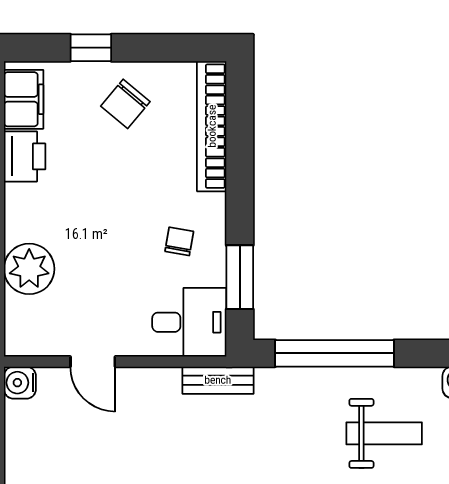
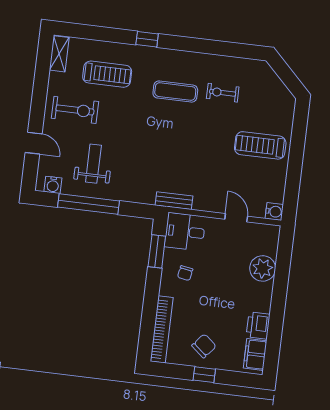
window: (91, 48) -> (204, 375), moved
window: (335, 353) -> (88, 204), moved
weight bench: (384, 433) -> (93, 164), turned 90

